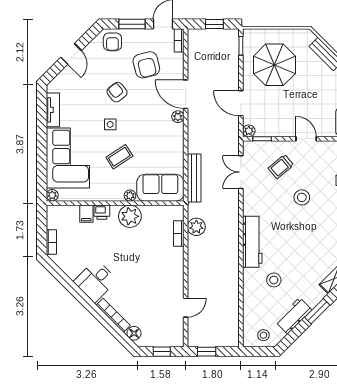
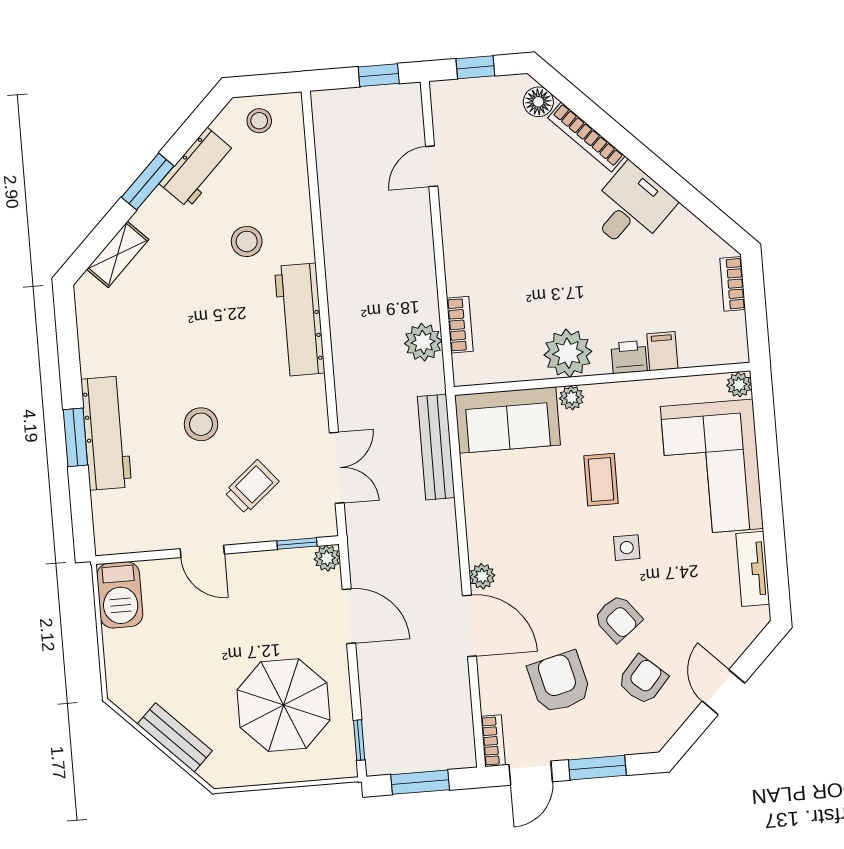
window: (214, 24) -> (420, 782), width x1.50
armchair: (112, 42) -> (643, 680), moved, turned 41
coffee table: (119, 157) -> (601, 480), turned -57

